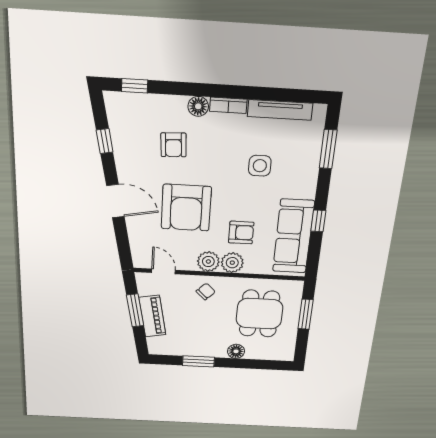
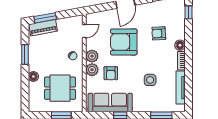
window: (135, 310) -> (45, 18), moved
piano: (152, 316) -> (43, 28), moved

